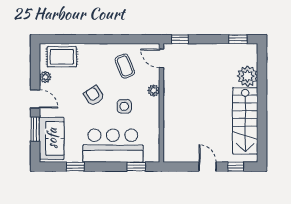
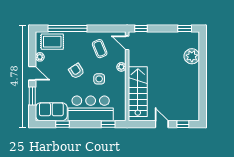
window: (82, 39) -> (67, 28), added
stairs: (245, 121) -> (138, 92), moved, turned 180
sofa: (52, 138) -> (51, 112), moved, turned -90

